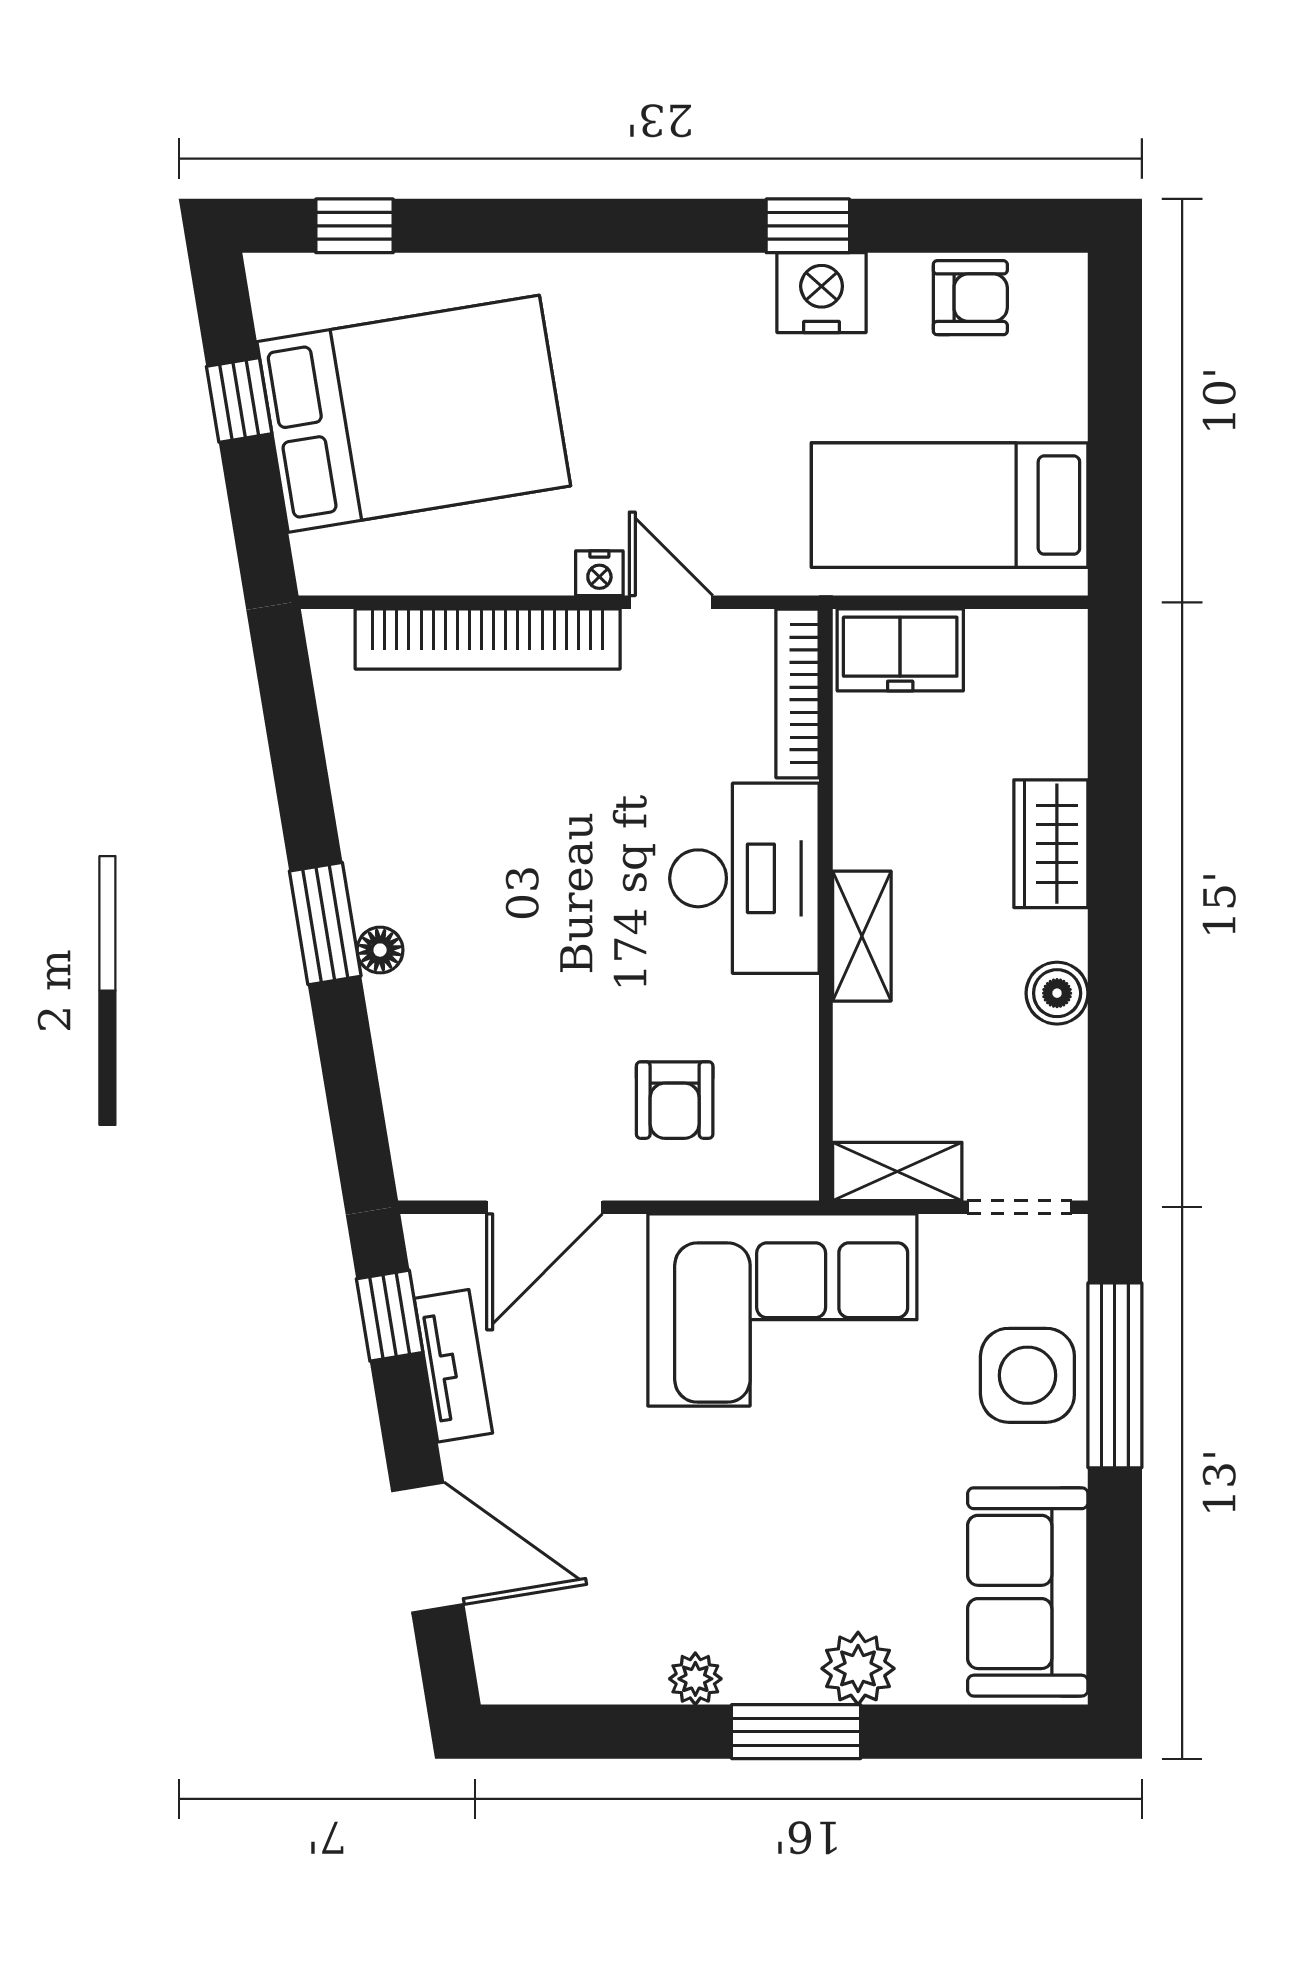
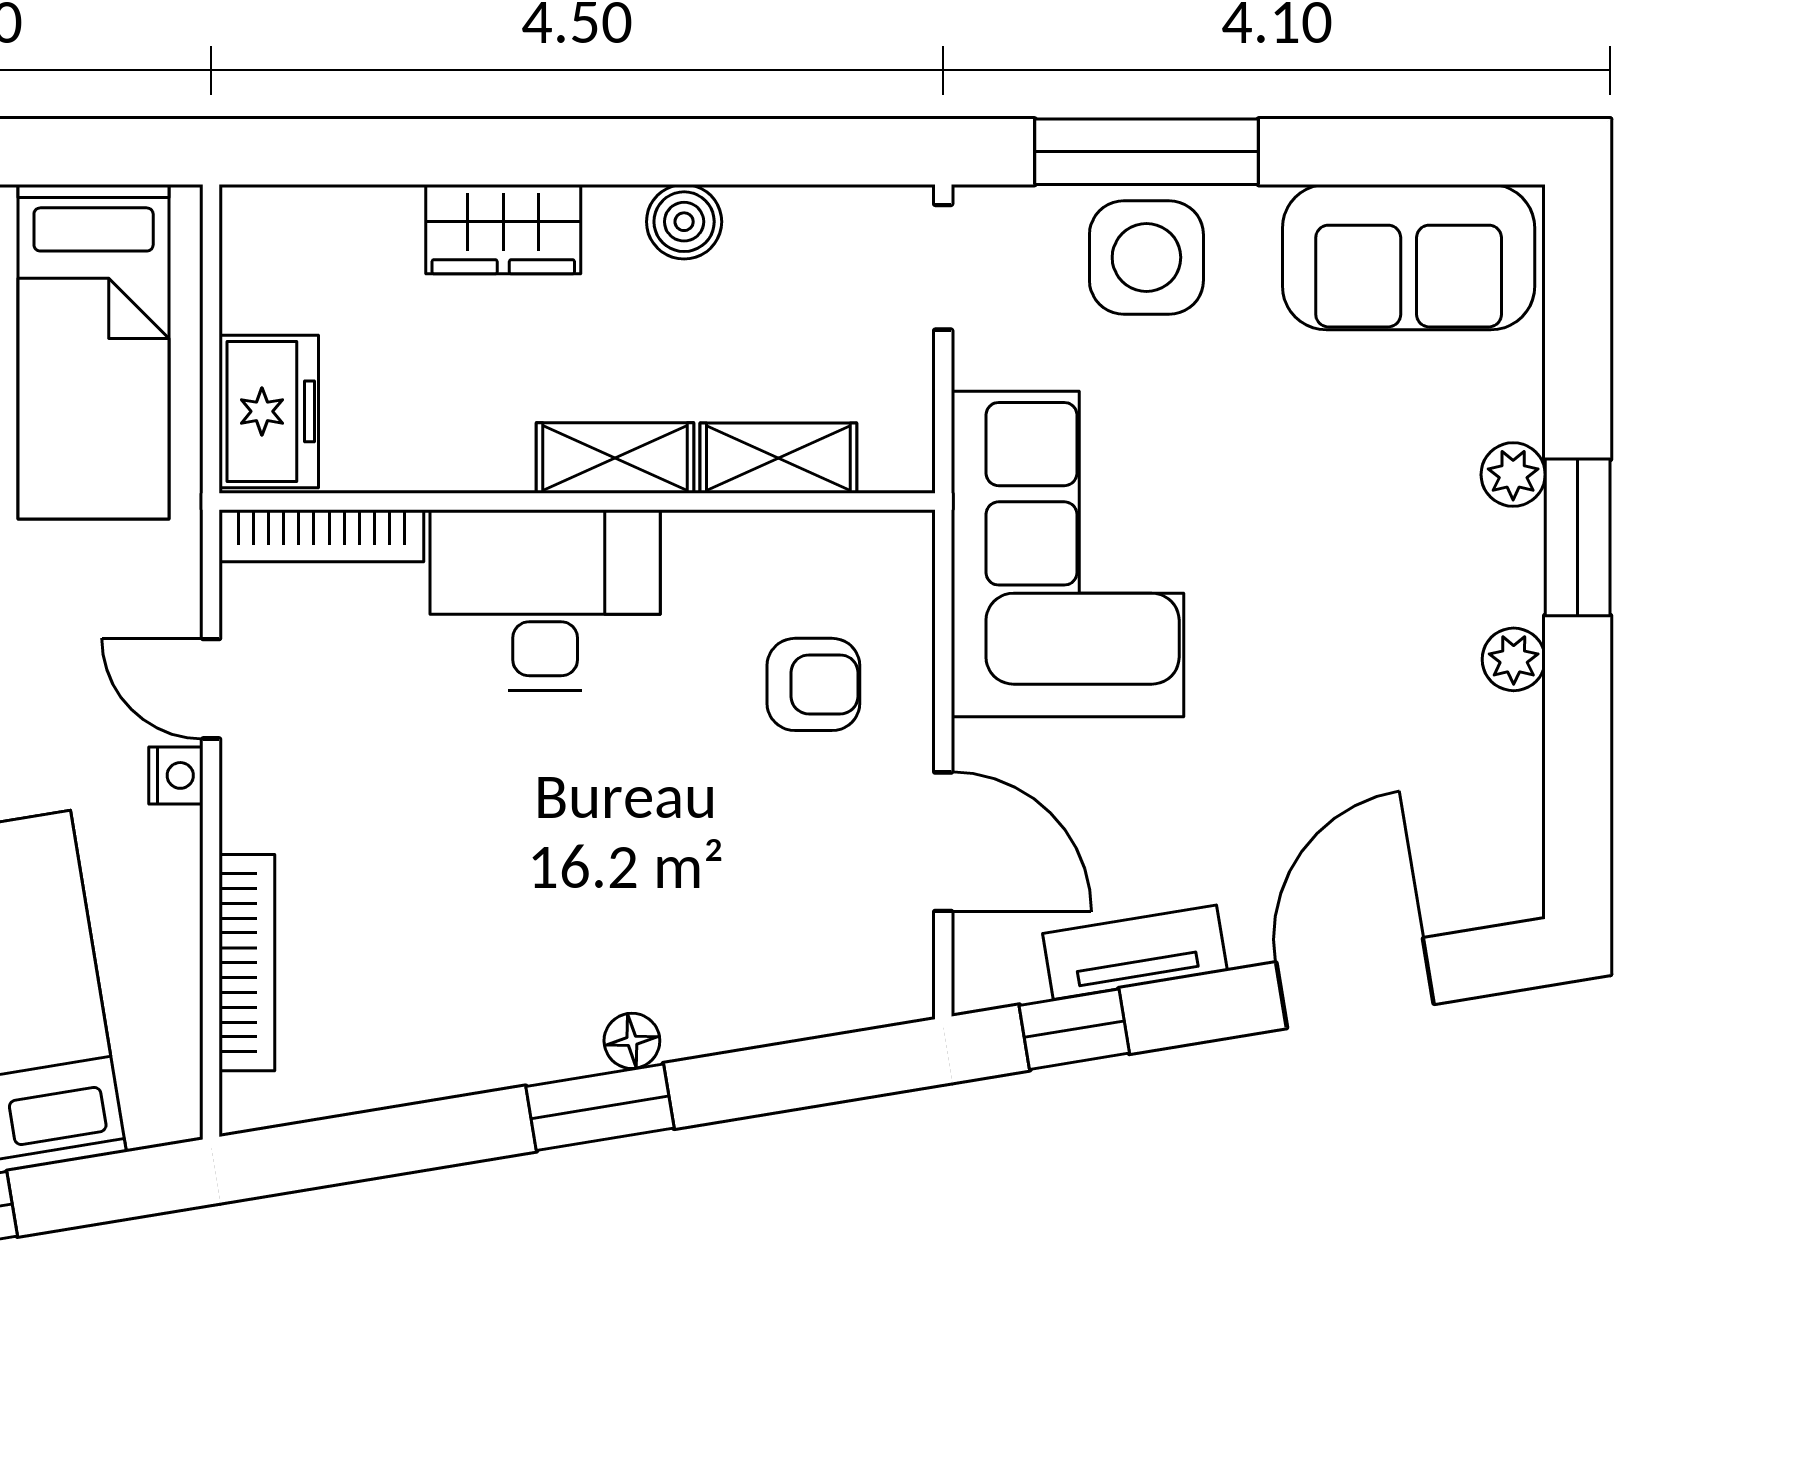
door: (671, 602) -> (211, 689), hinge flipped
bookcase: (488, 639) -> (247, 963), width x0.68, depth x0.76
shelving: (897, 1171) -> (778, 458), moved, turned 90
plant: (858, 1668) -> (1513, 475), width x0.73, depth x0.73

